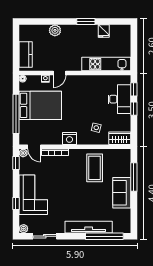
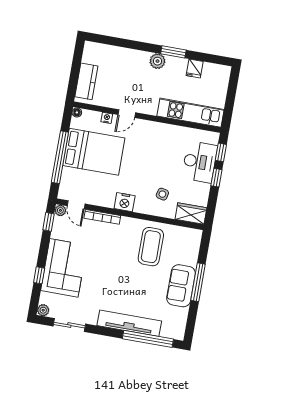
plant: (55, 30) -> (157, 61), moved
window: (134, 177) -> (198, 282), moved

